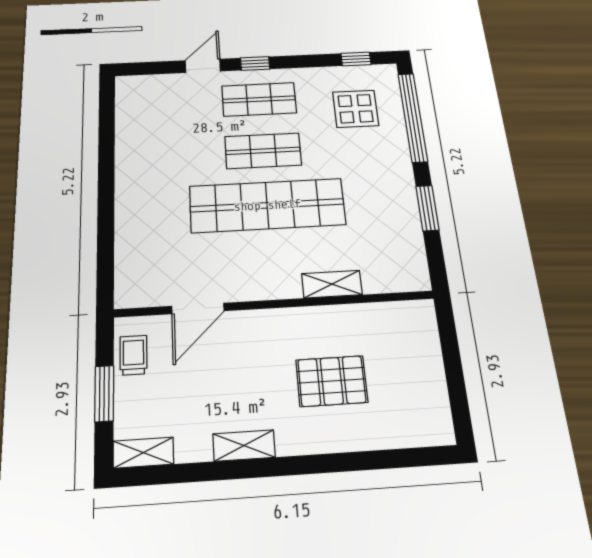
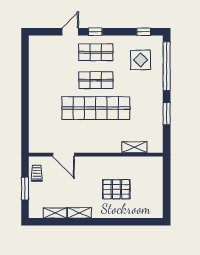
shelving: (332, 284) -> (134, 147), moved
door: (198, 308) -> (64, 155), hinge flipped
shelving: (143, 453) -> (55, 213), moved

